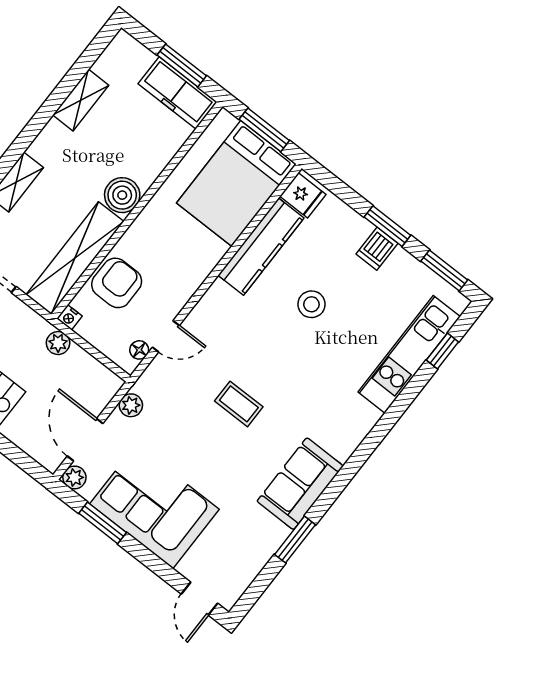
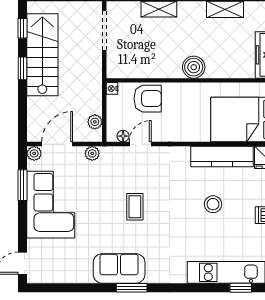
shelving: (75, 258) -> (144, 68), removed
door: (166, 336) -> (140, 144), swing flipped
plant: (58, 343) -> (95, 122), moved
window: (295, 540) -> (132, 288), moved

